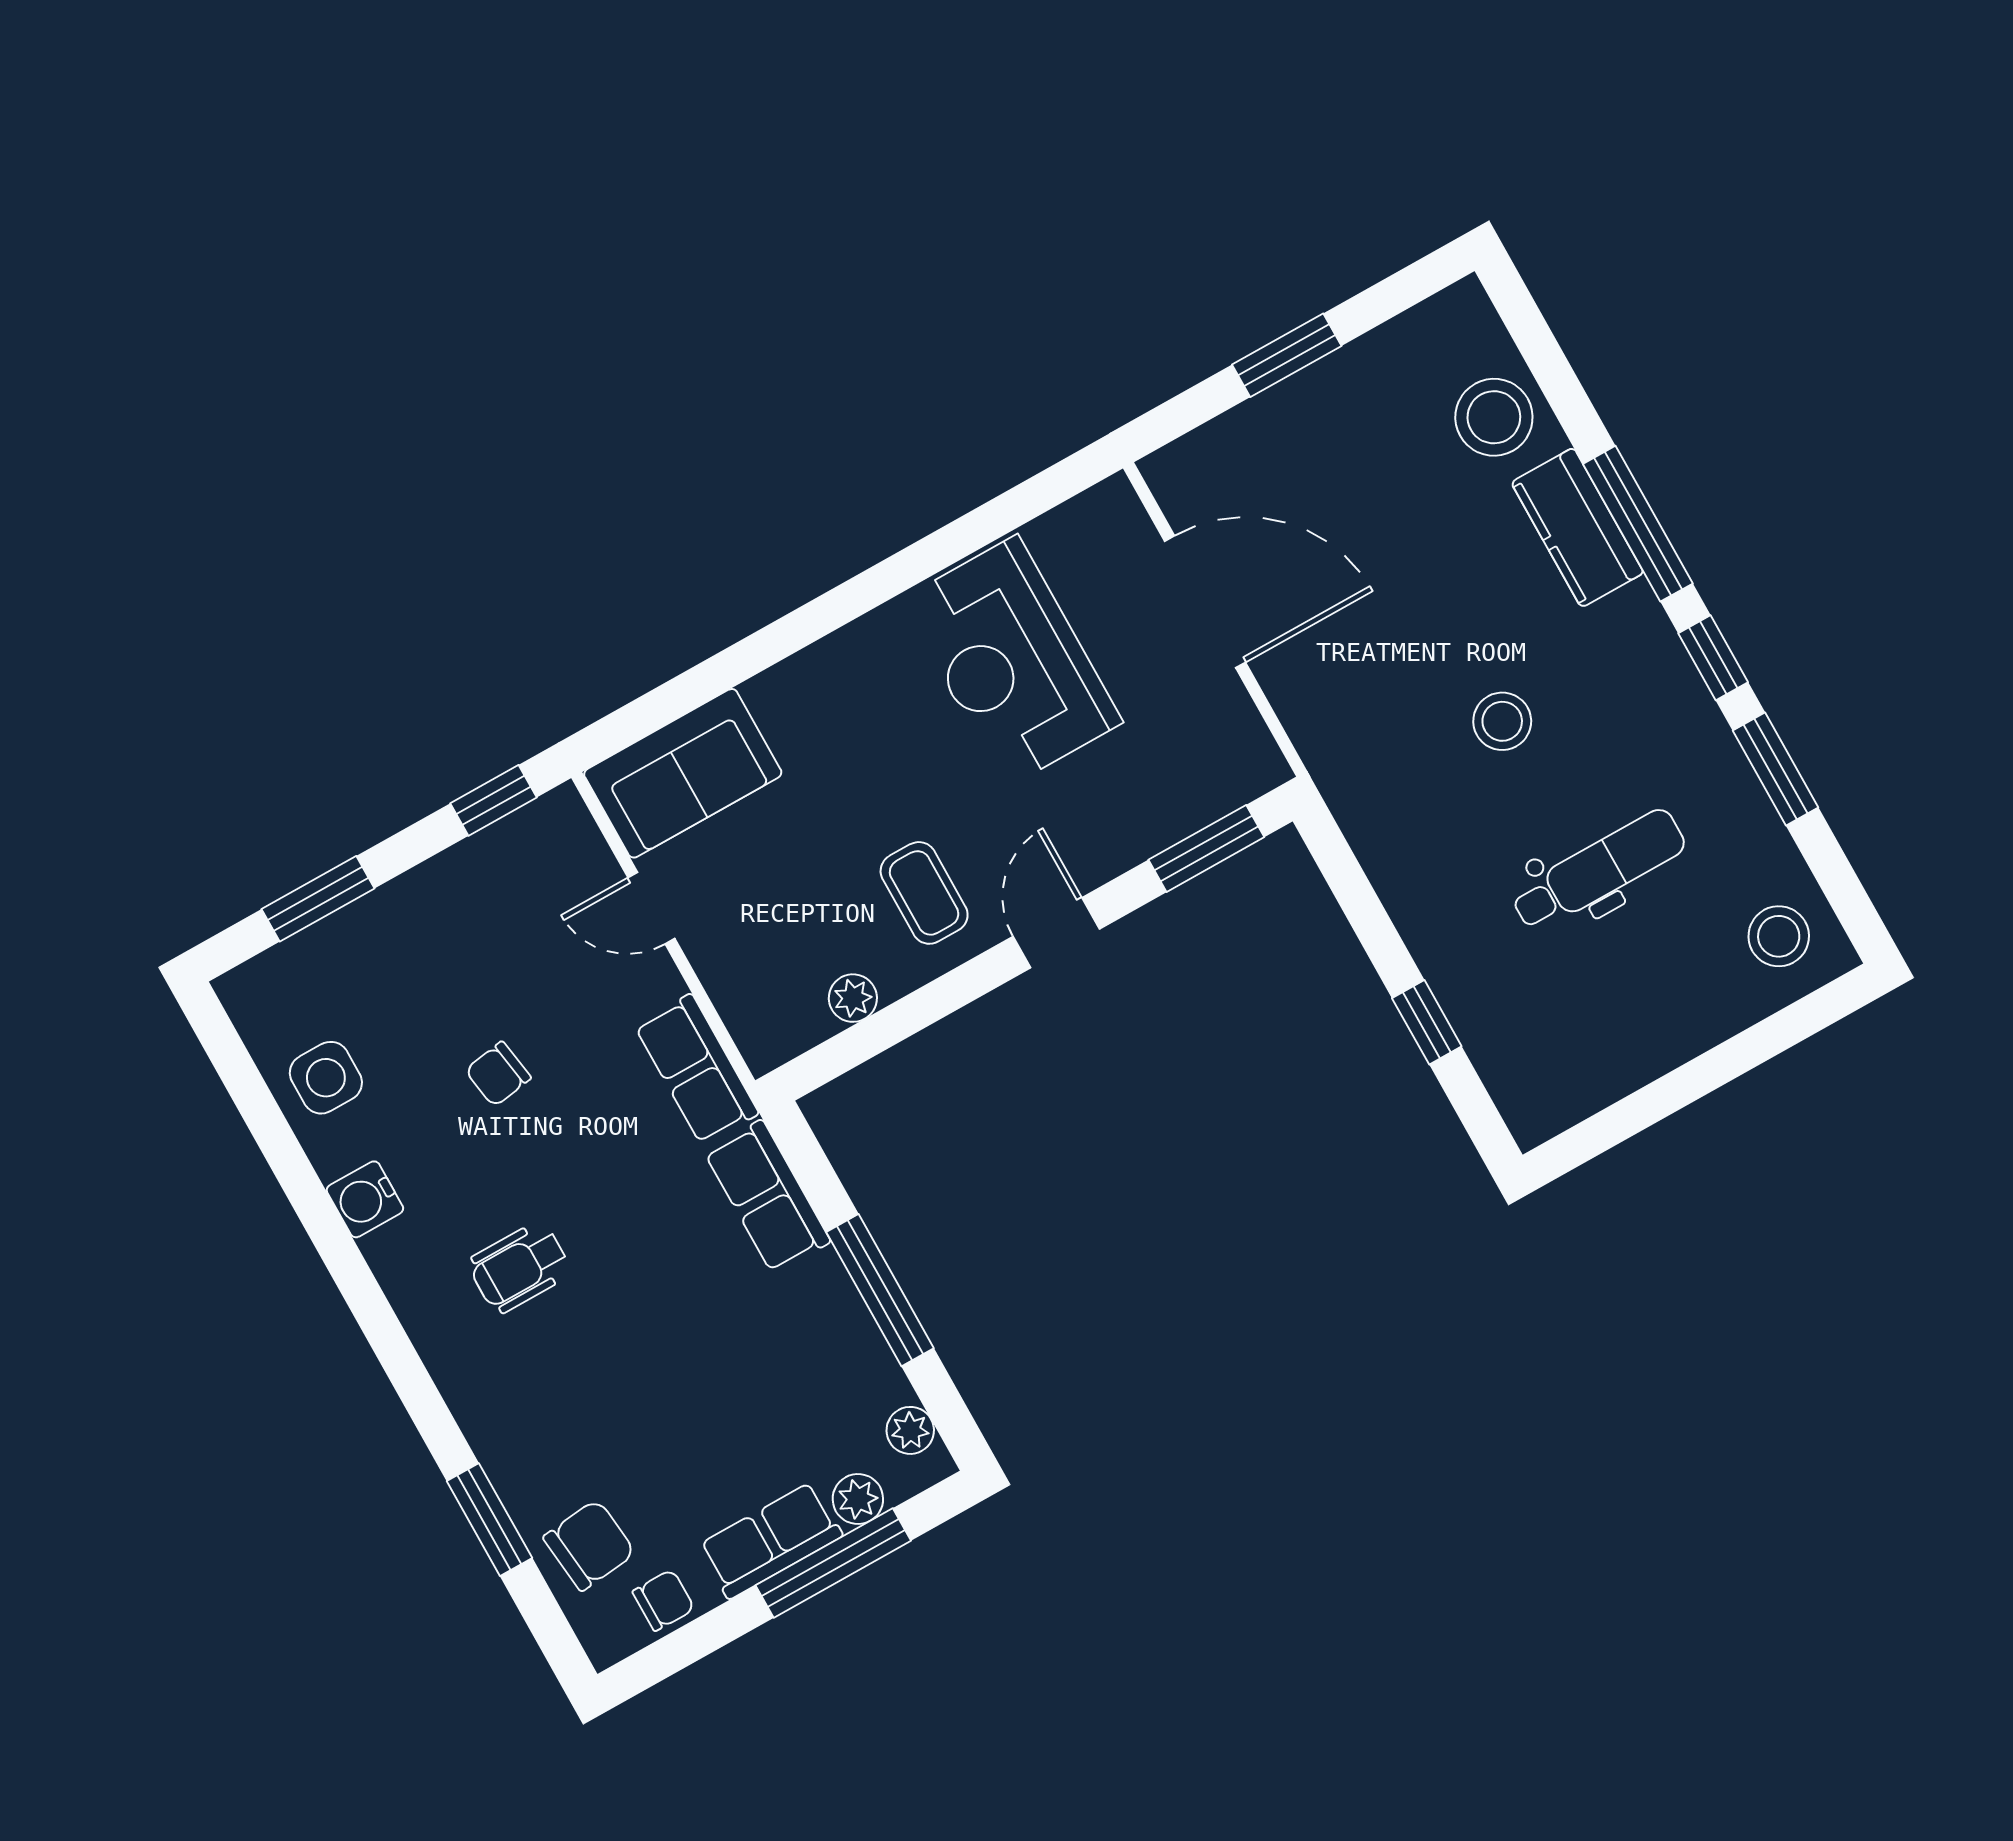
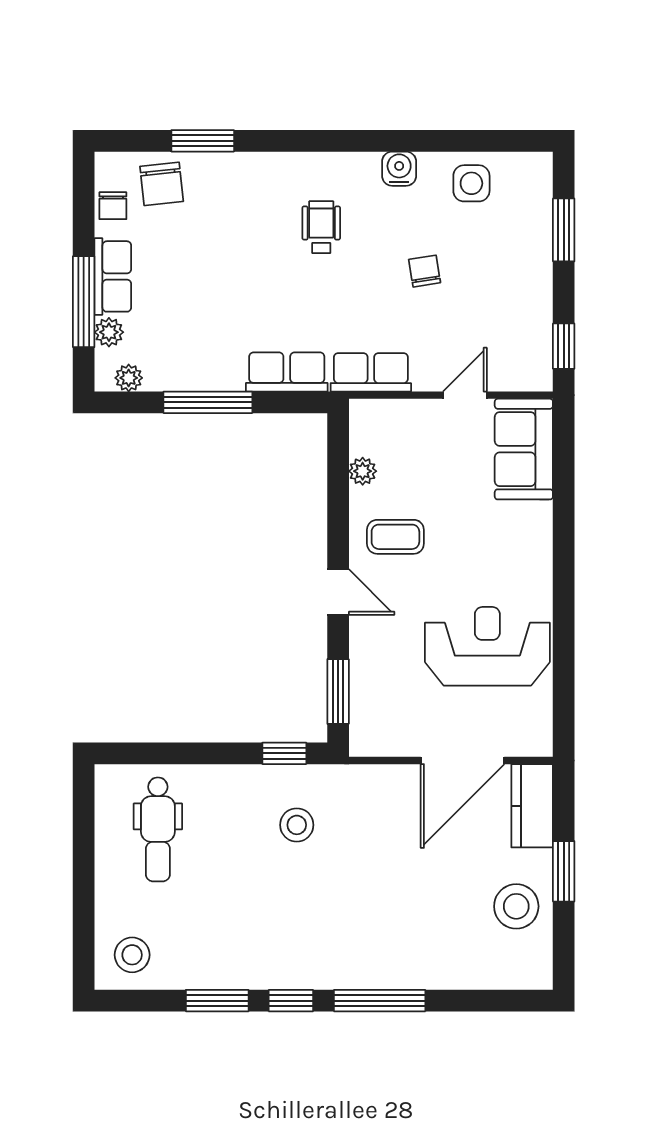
stool: (1494, 417) -> (516, 906), moved
kitchen counter: (1577, 528) -> (532, 806), moved, turned -90
stool: (1502, 721) -> (297, 825), moved
dental chair: (1598, 870) -> (158, 829), moved
window: (1427, 1022) -> (284, 753), moved

